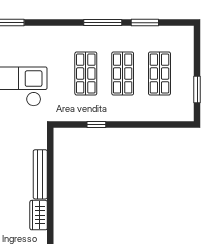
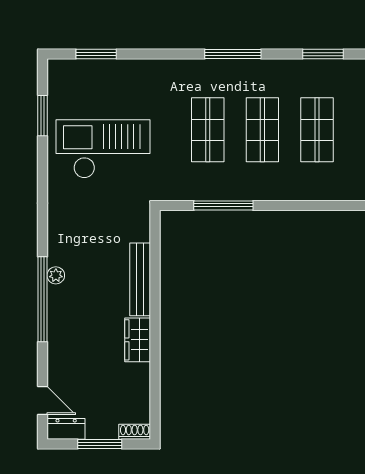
window: (145, 23) -> (323, 54), moved
window: (96, 125) -> (223, 205), width x2.17

